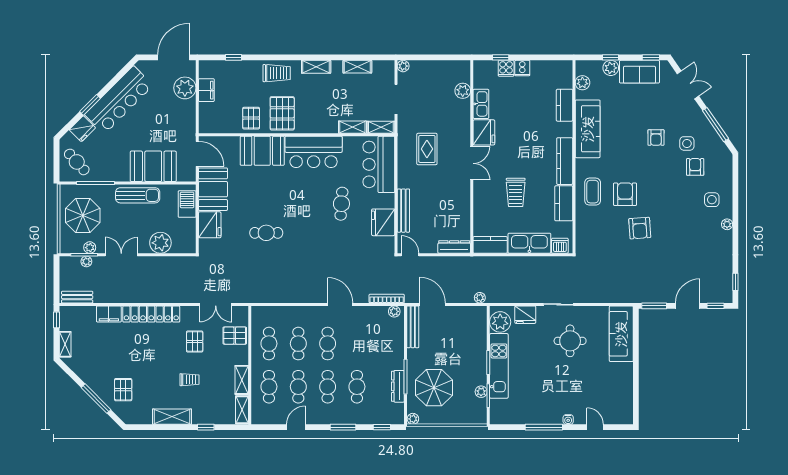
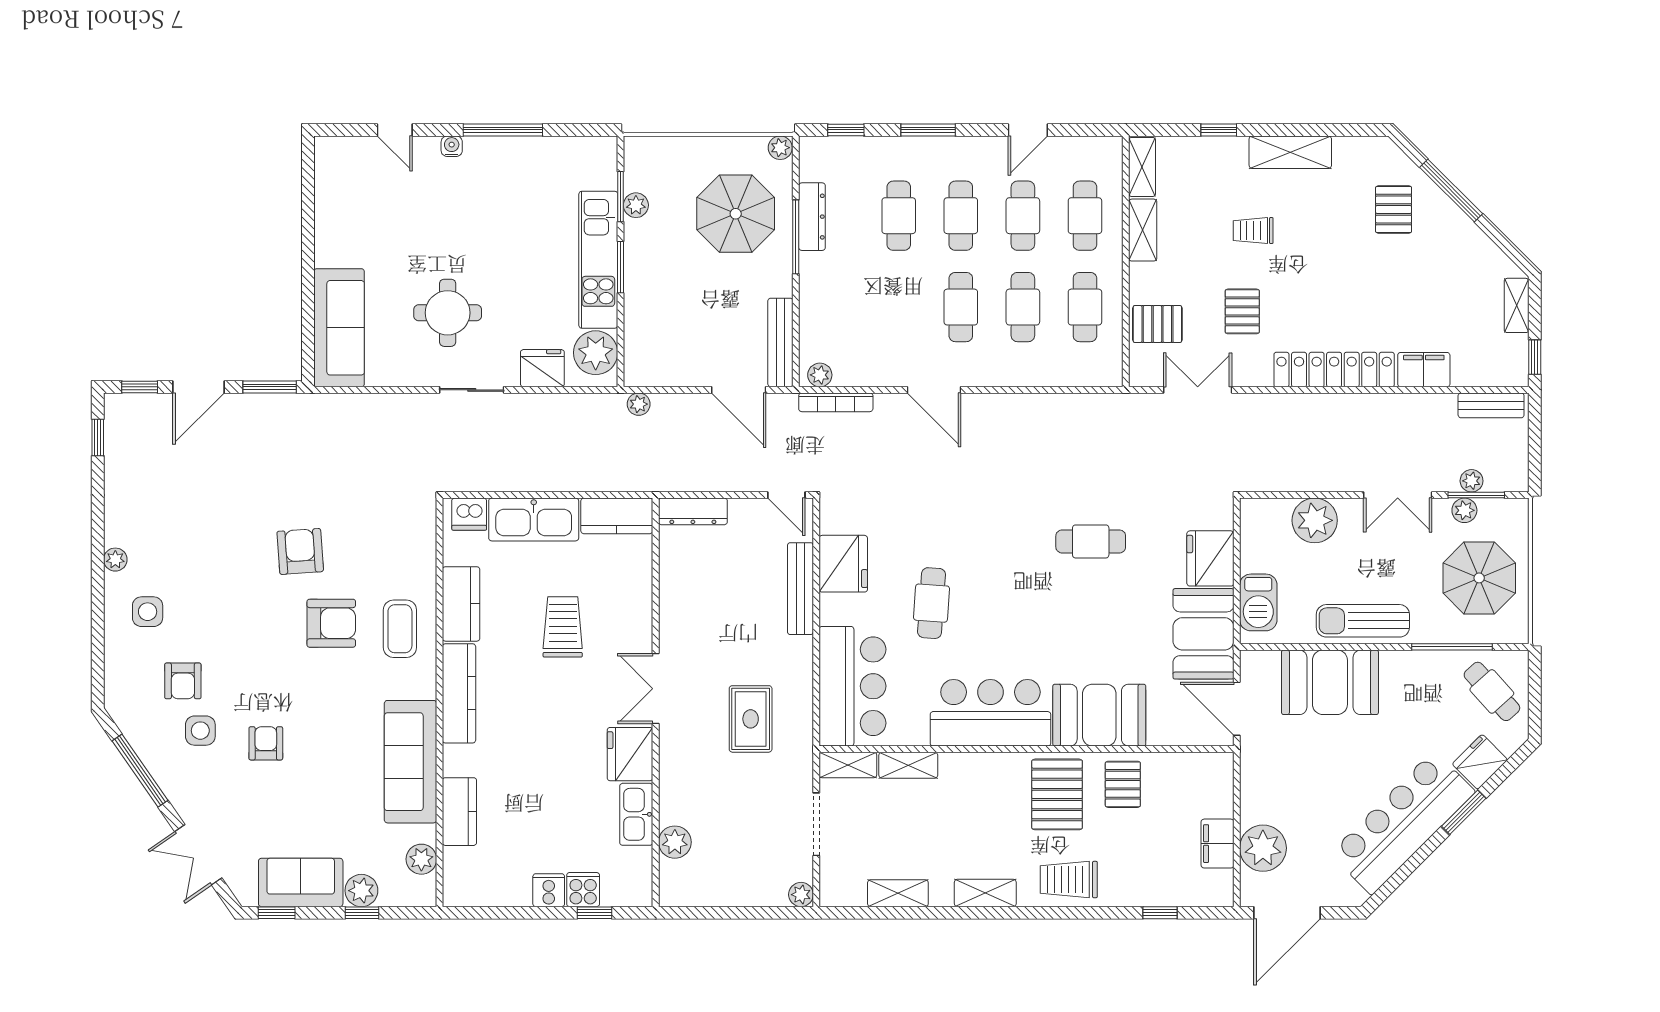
armchair: (625, 194) -> (331, 623), turned -90

